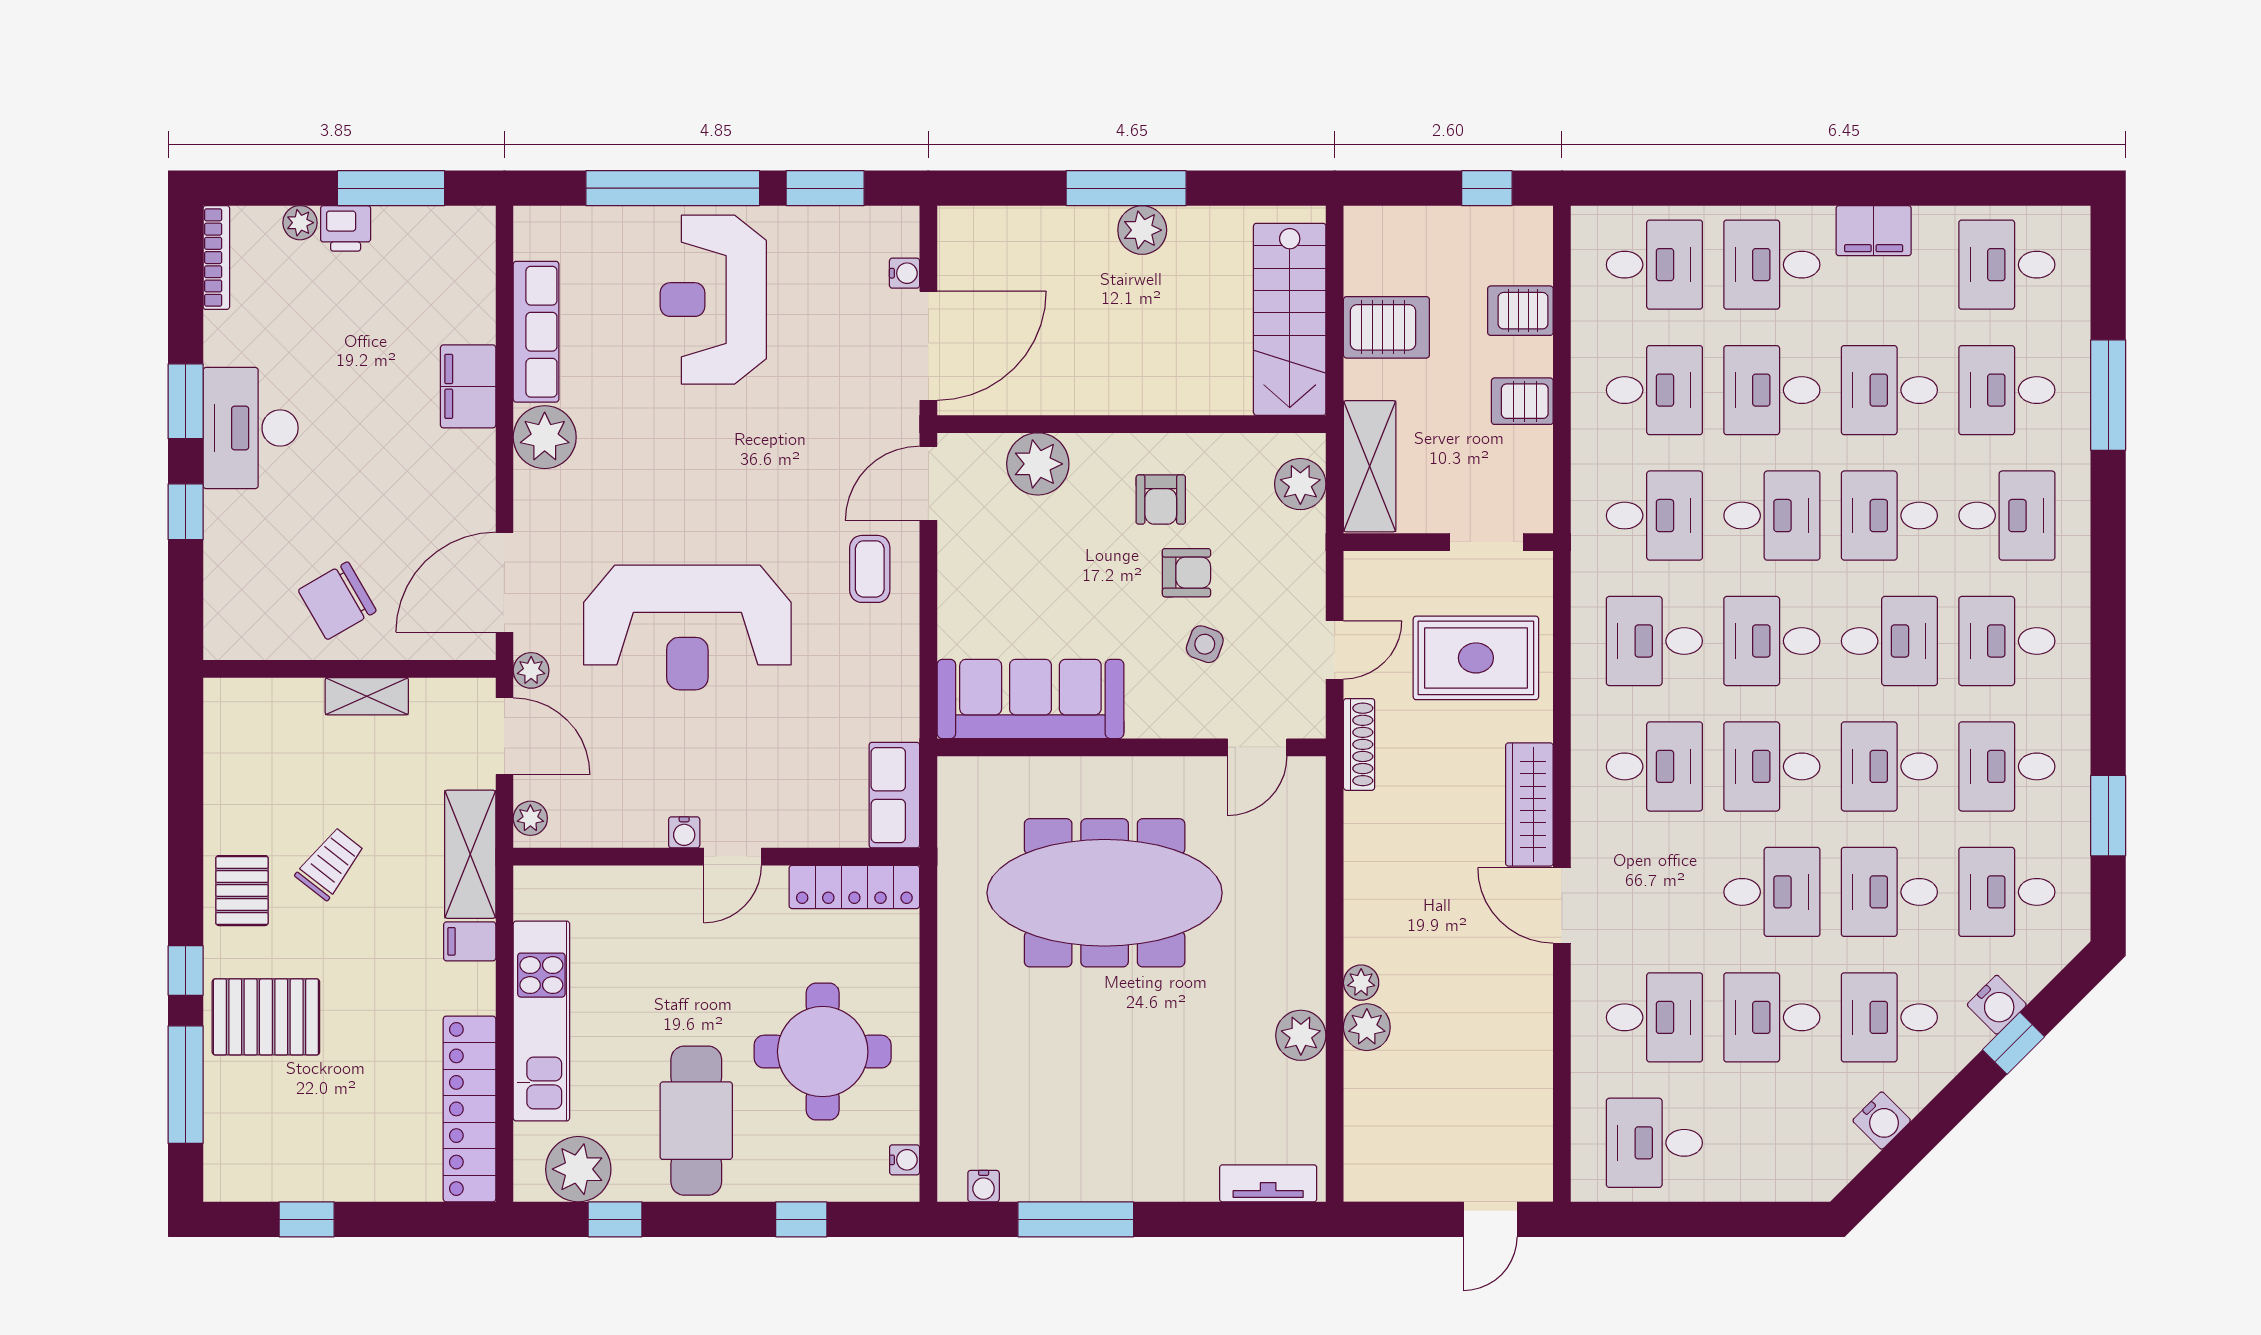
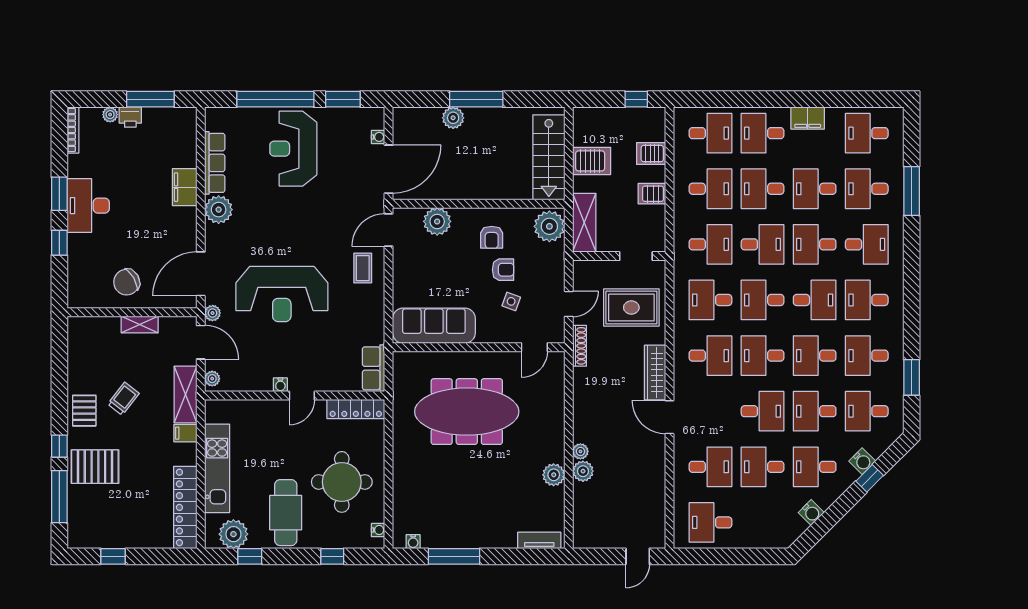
plant: (1142, 230) -> (453, 118), moved
plant: (1300, 484) -> (549, 226), width x1.36, depth x1.36

